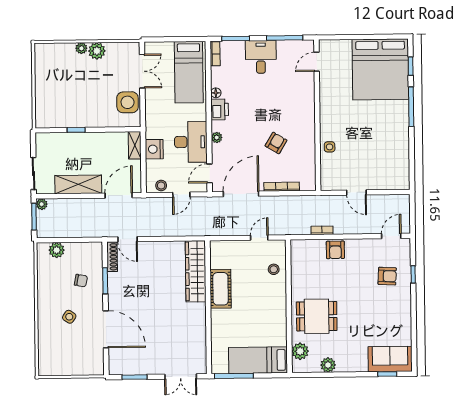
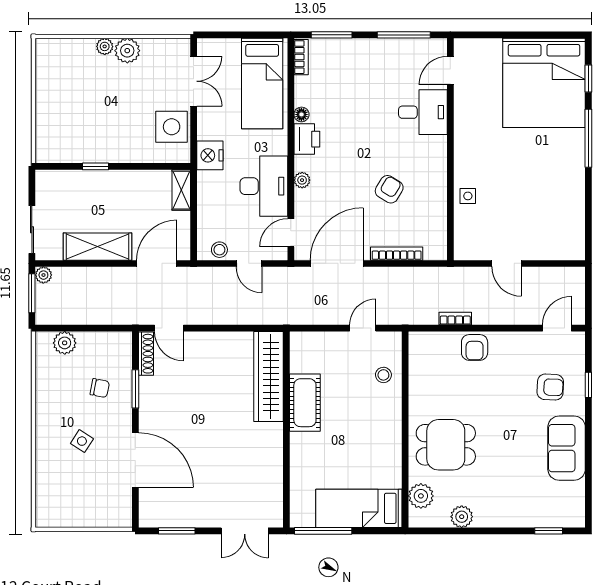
desk: (261, 57) -> (423, 112), moved, turned 90
nightstand: (154, 149) -> (210, 155), moved
door: (181, 195) -> (249, 263), hinge flipped
sofa: (390, 359) -> (567, 448), moved, turned -90

